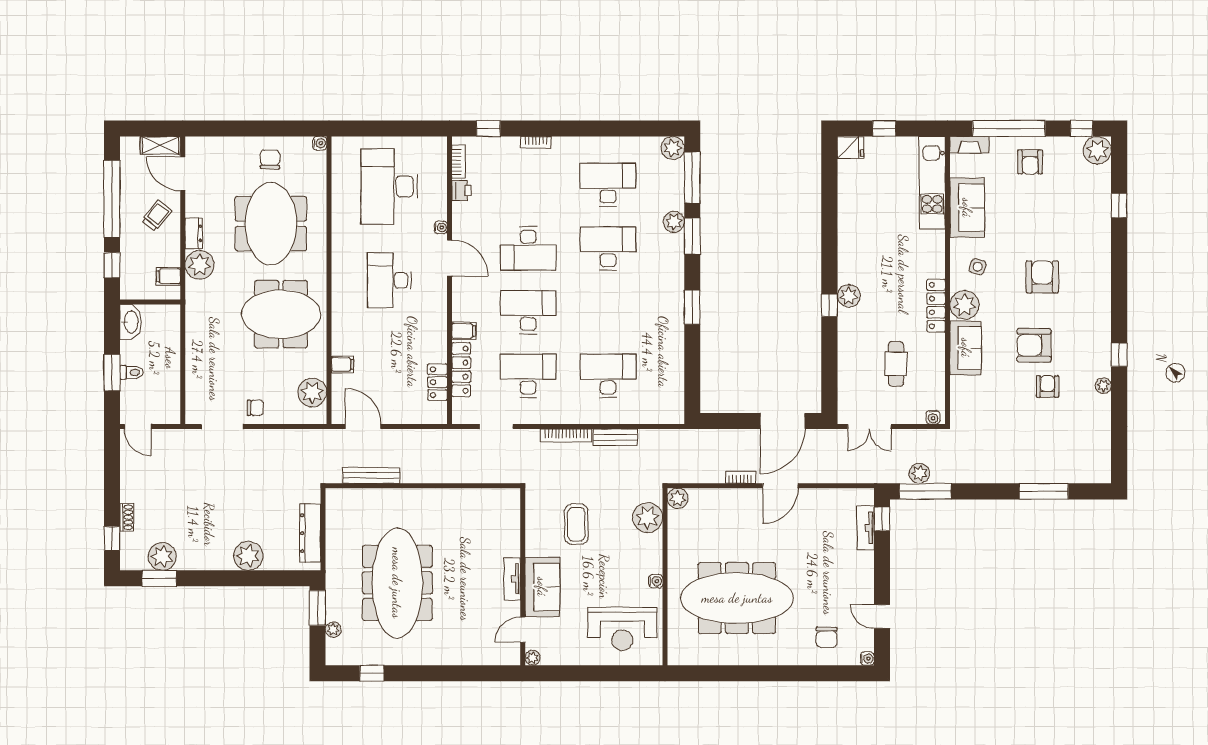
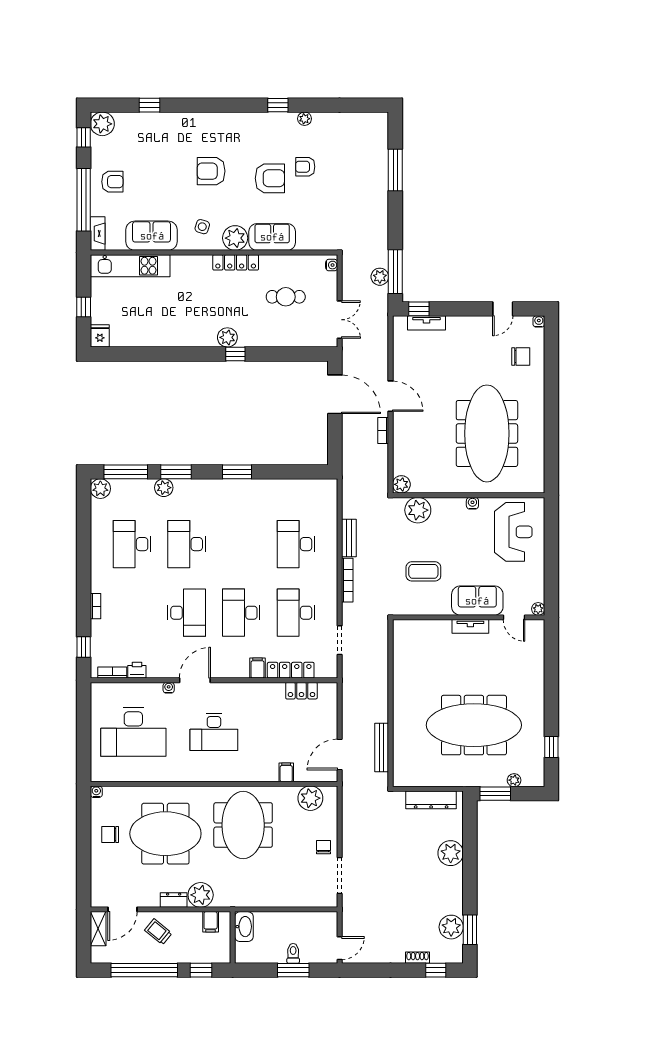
washbasin: (131, 322) -> (244, 927), moved, turned 90
armchair: (1034, 345) -> (270, 178), turned -90

